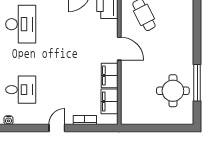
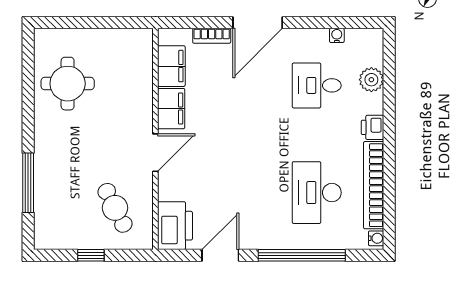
door: (119, 49) -> (155, 153), swing flipped
window: (197, 83) -> (28, 183), moved
door: (57, 128) -> (258, 23), width x1.87

